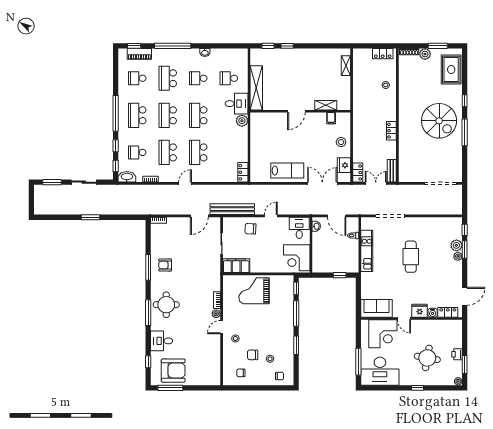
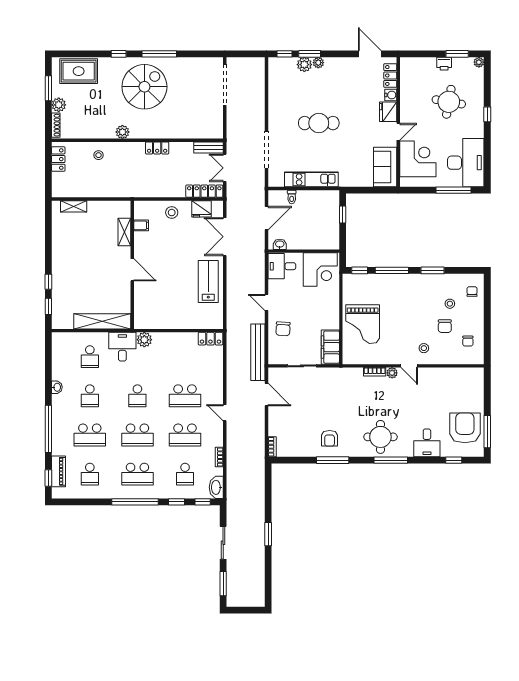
plant: (404, 104) -> (122, 132), added
school desk: (198, 115) -> (137, 396), width x0.54
locker: (358, 173) -> (204, 191), width x1.53

